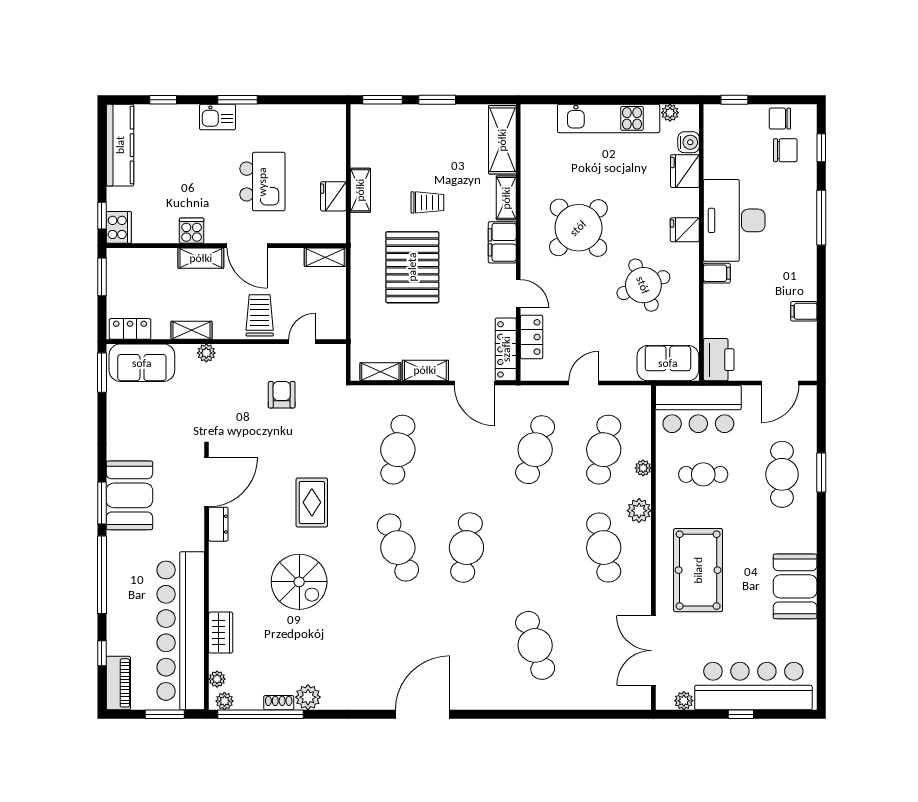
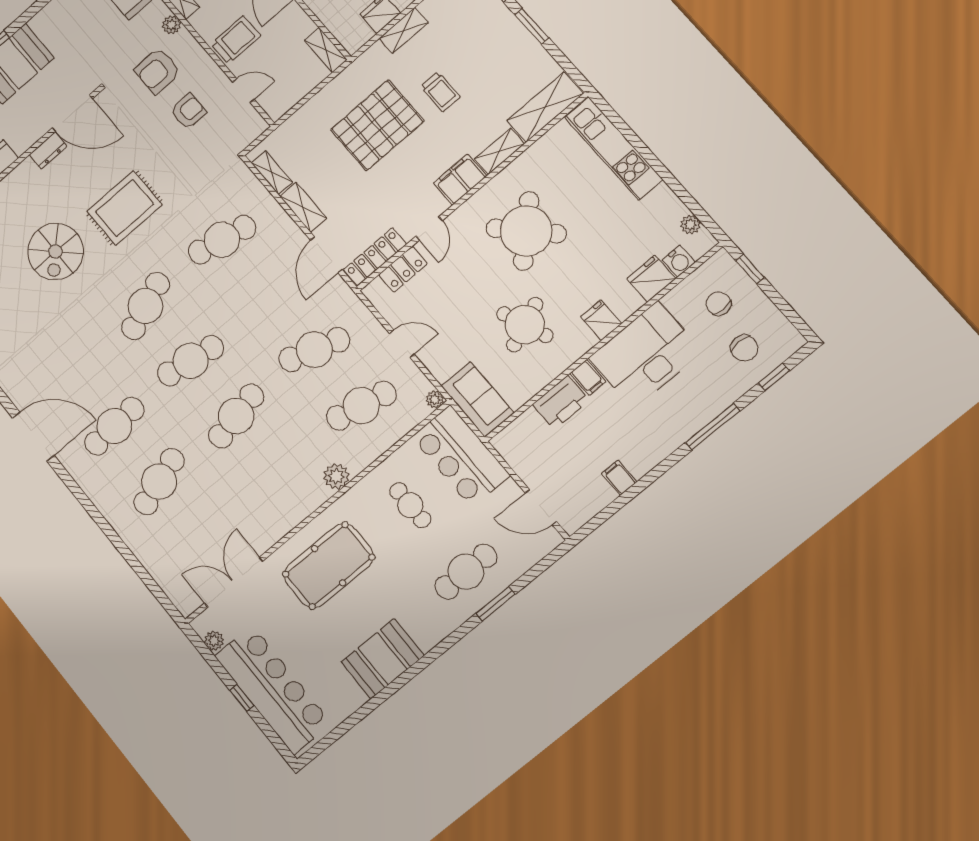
kitchen unit: (609, 118) -> (614, 148), moved
chair: (780, 119) -> (718, 304), moved
printer: (719, 360) -> (561, 402), moved
armchair: (231, 392) -> (157, 71), added
plant: (643, 468) -> (435, 399), moved
rug: (312, 502) -> (124, 208), width x1.36, depth x1.43
cafe table: (604, 548) -> (236, 416), moved
cafe table: (466, 645) -> (114, 426), added

